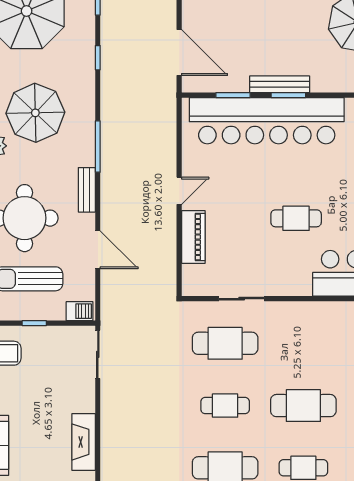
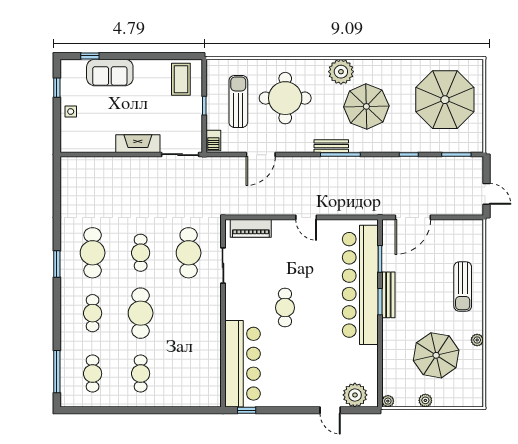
bench: (87, 190) -> (331, 146), moved
piano: (193, 237) -> (251, 228), moved
fireplace: (84, 442) -> (138, 144), moved

